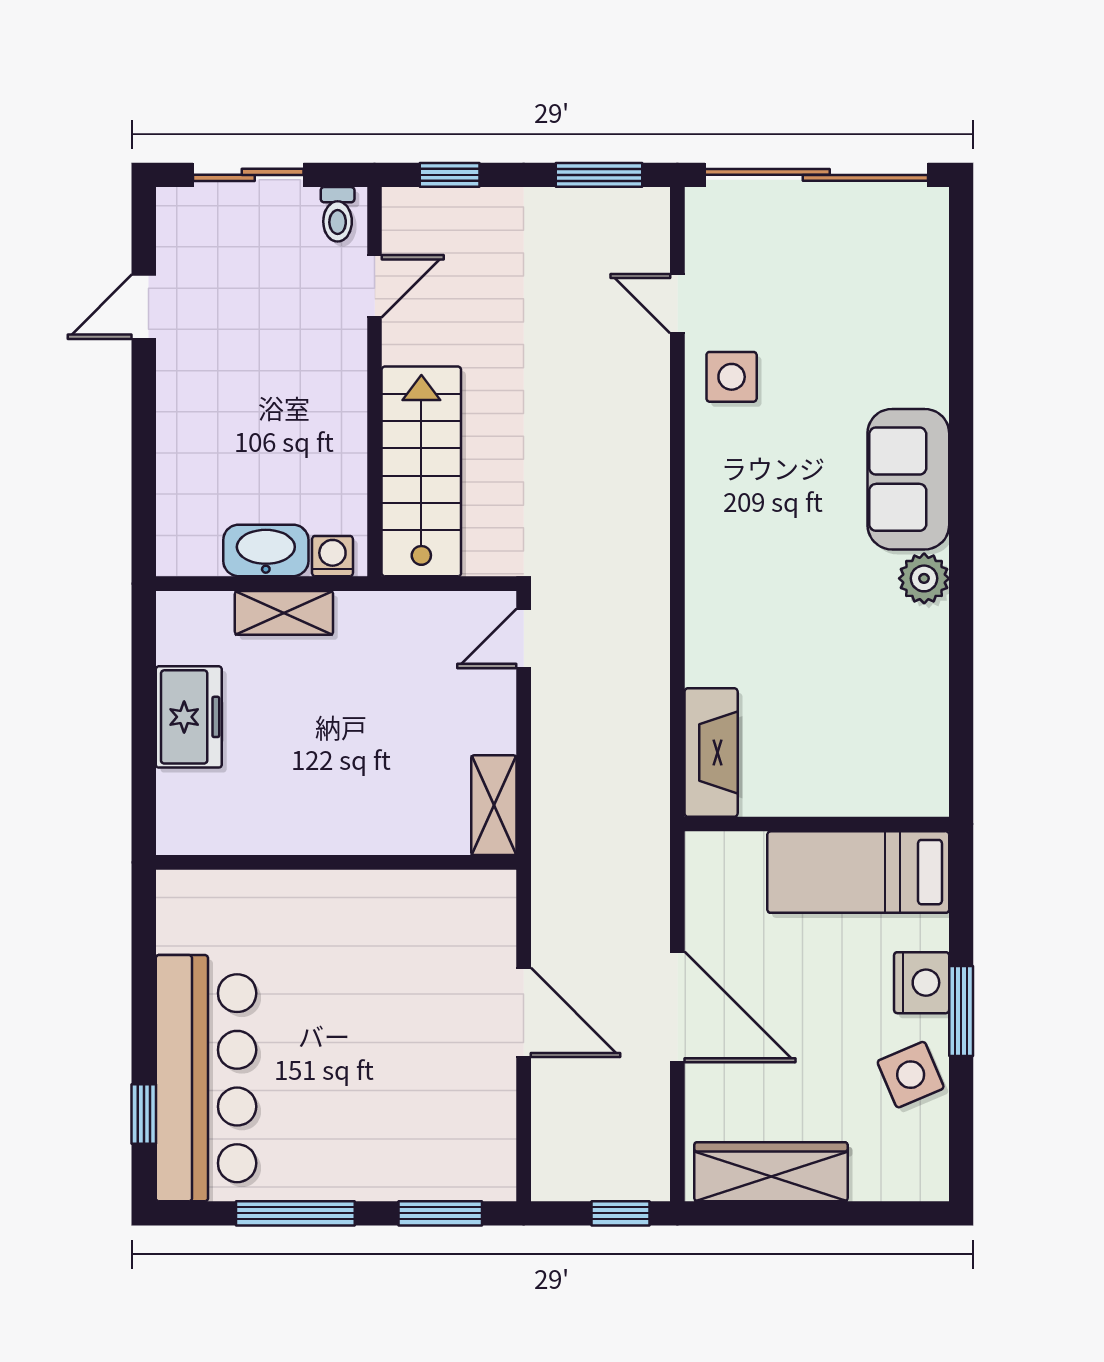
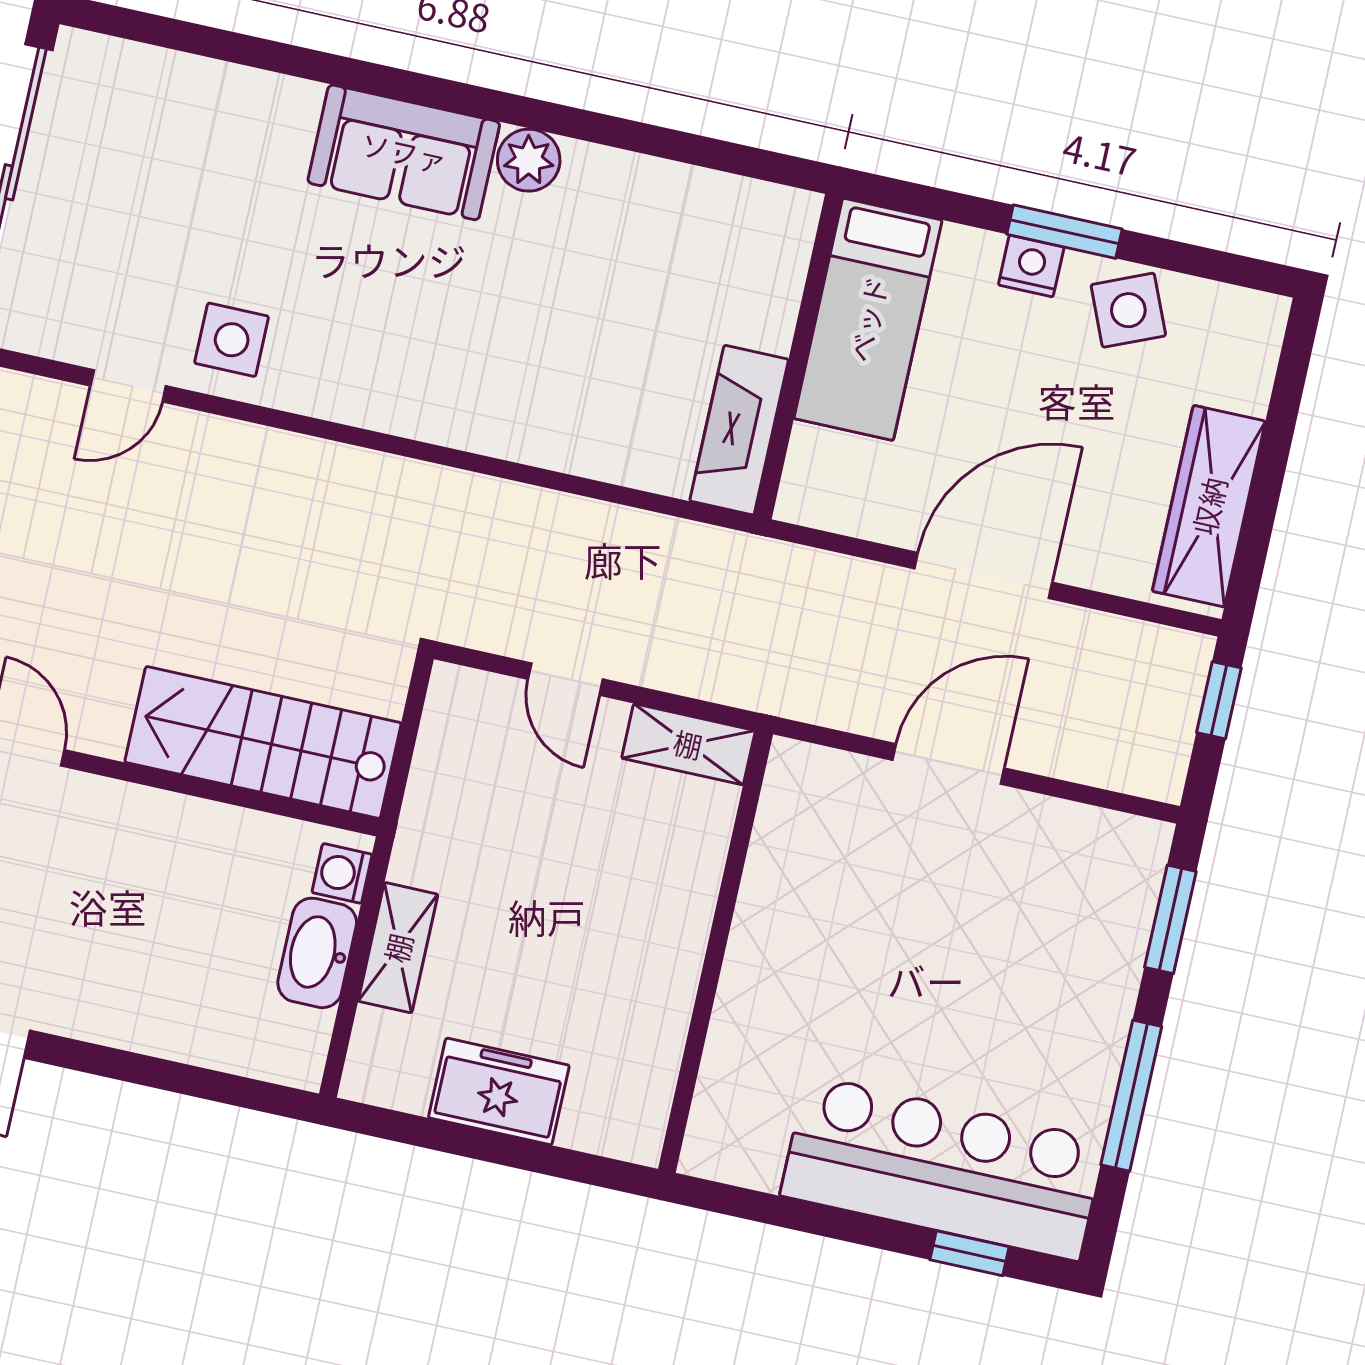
door: (524, 639) -> (565, 679), moved
fireplace: (711, 752) -> (739, 430), moved, turned -90
nightstand: (922, 983) -> (1031, 266), width x0.74, depth x0.75

